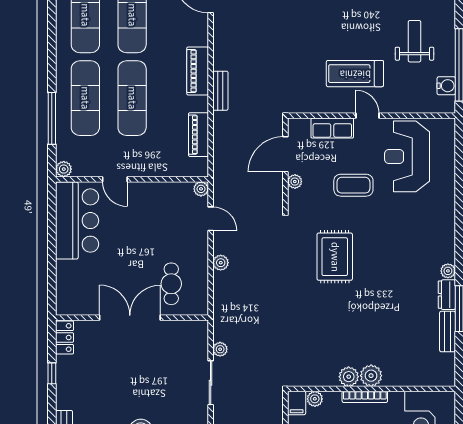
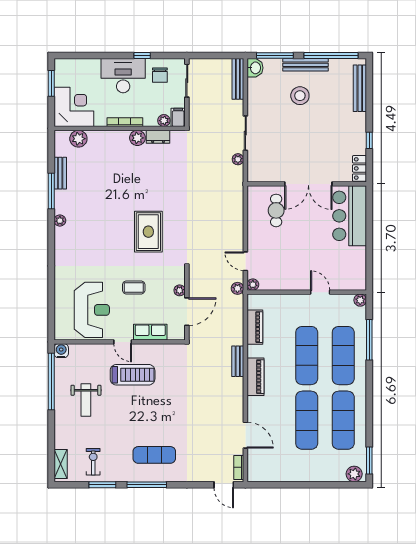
water cooler: (446, 86) -> (61, 351), moved, turned 90
coffee table: (353, 185) -> (134, 287), width x0.73, depth x0.77
bar counter: (77, 221) -> (350, 216), moved
plant: (221, 263) -> (237, 288), moved
dresser: (447, 295) -> (158, 137), moved, turned 90
plant: (371, 376) -> (78, 139), moved

